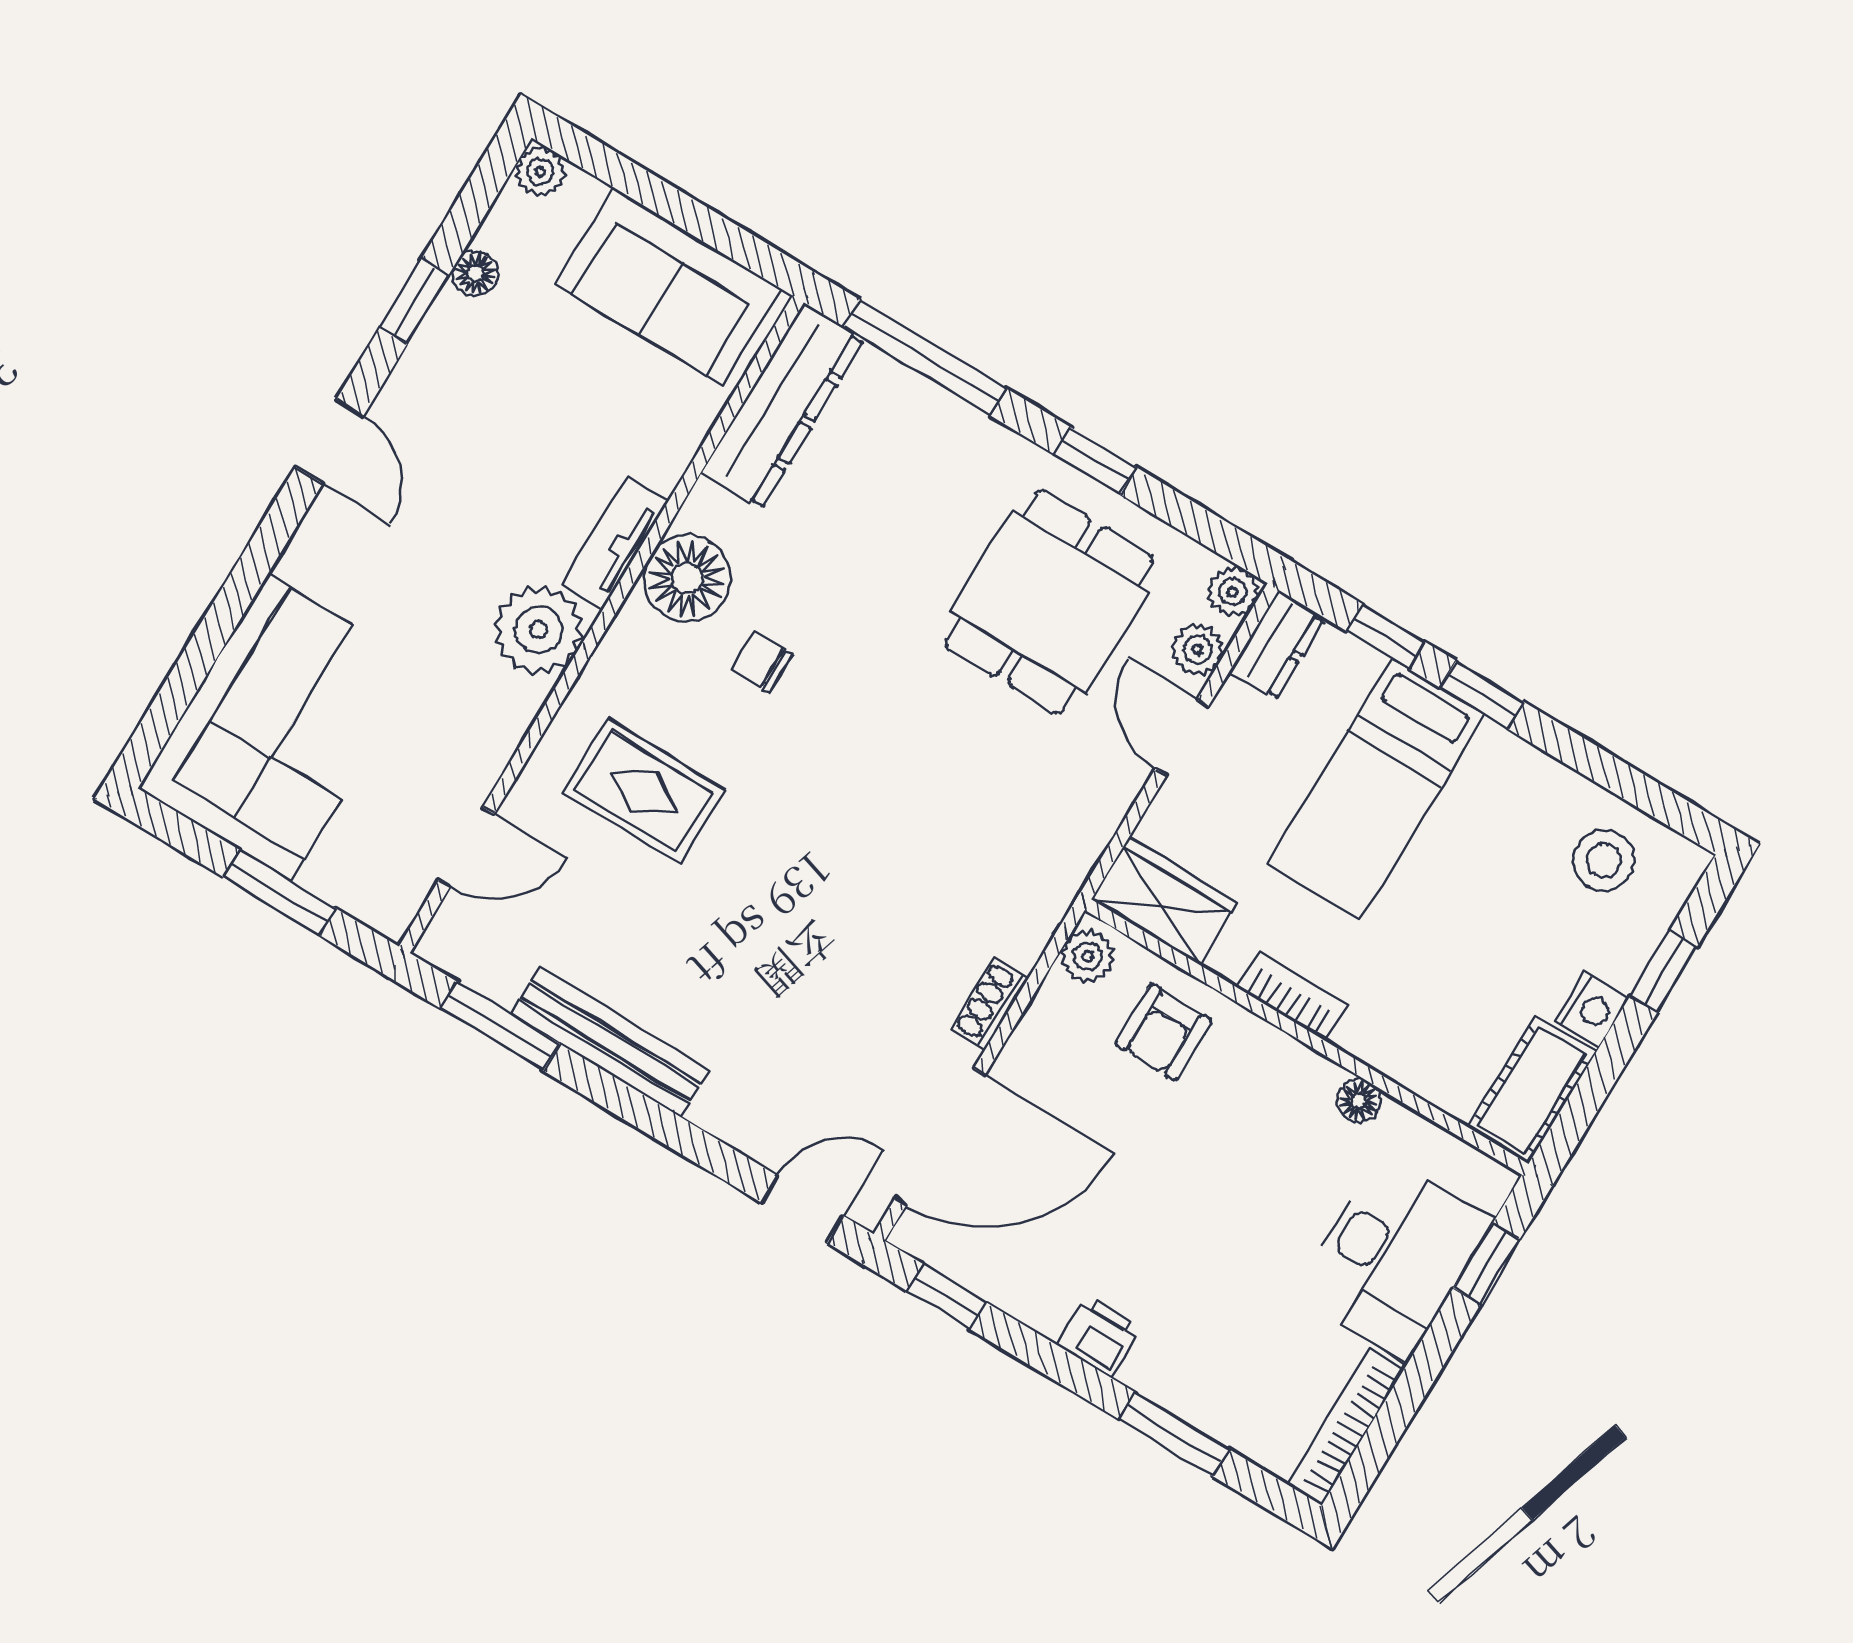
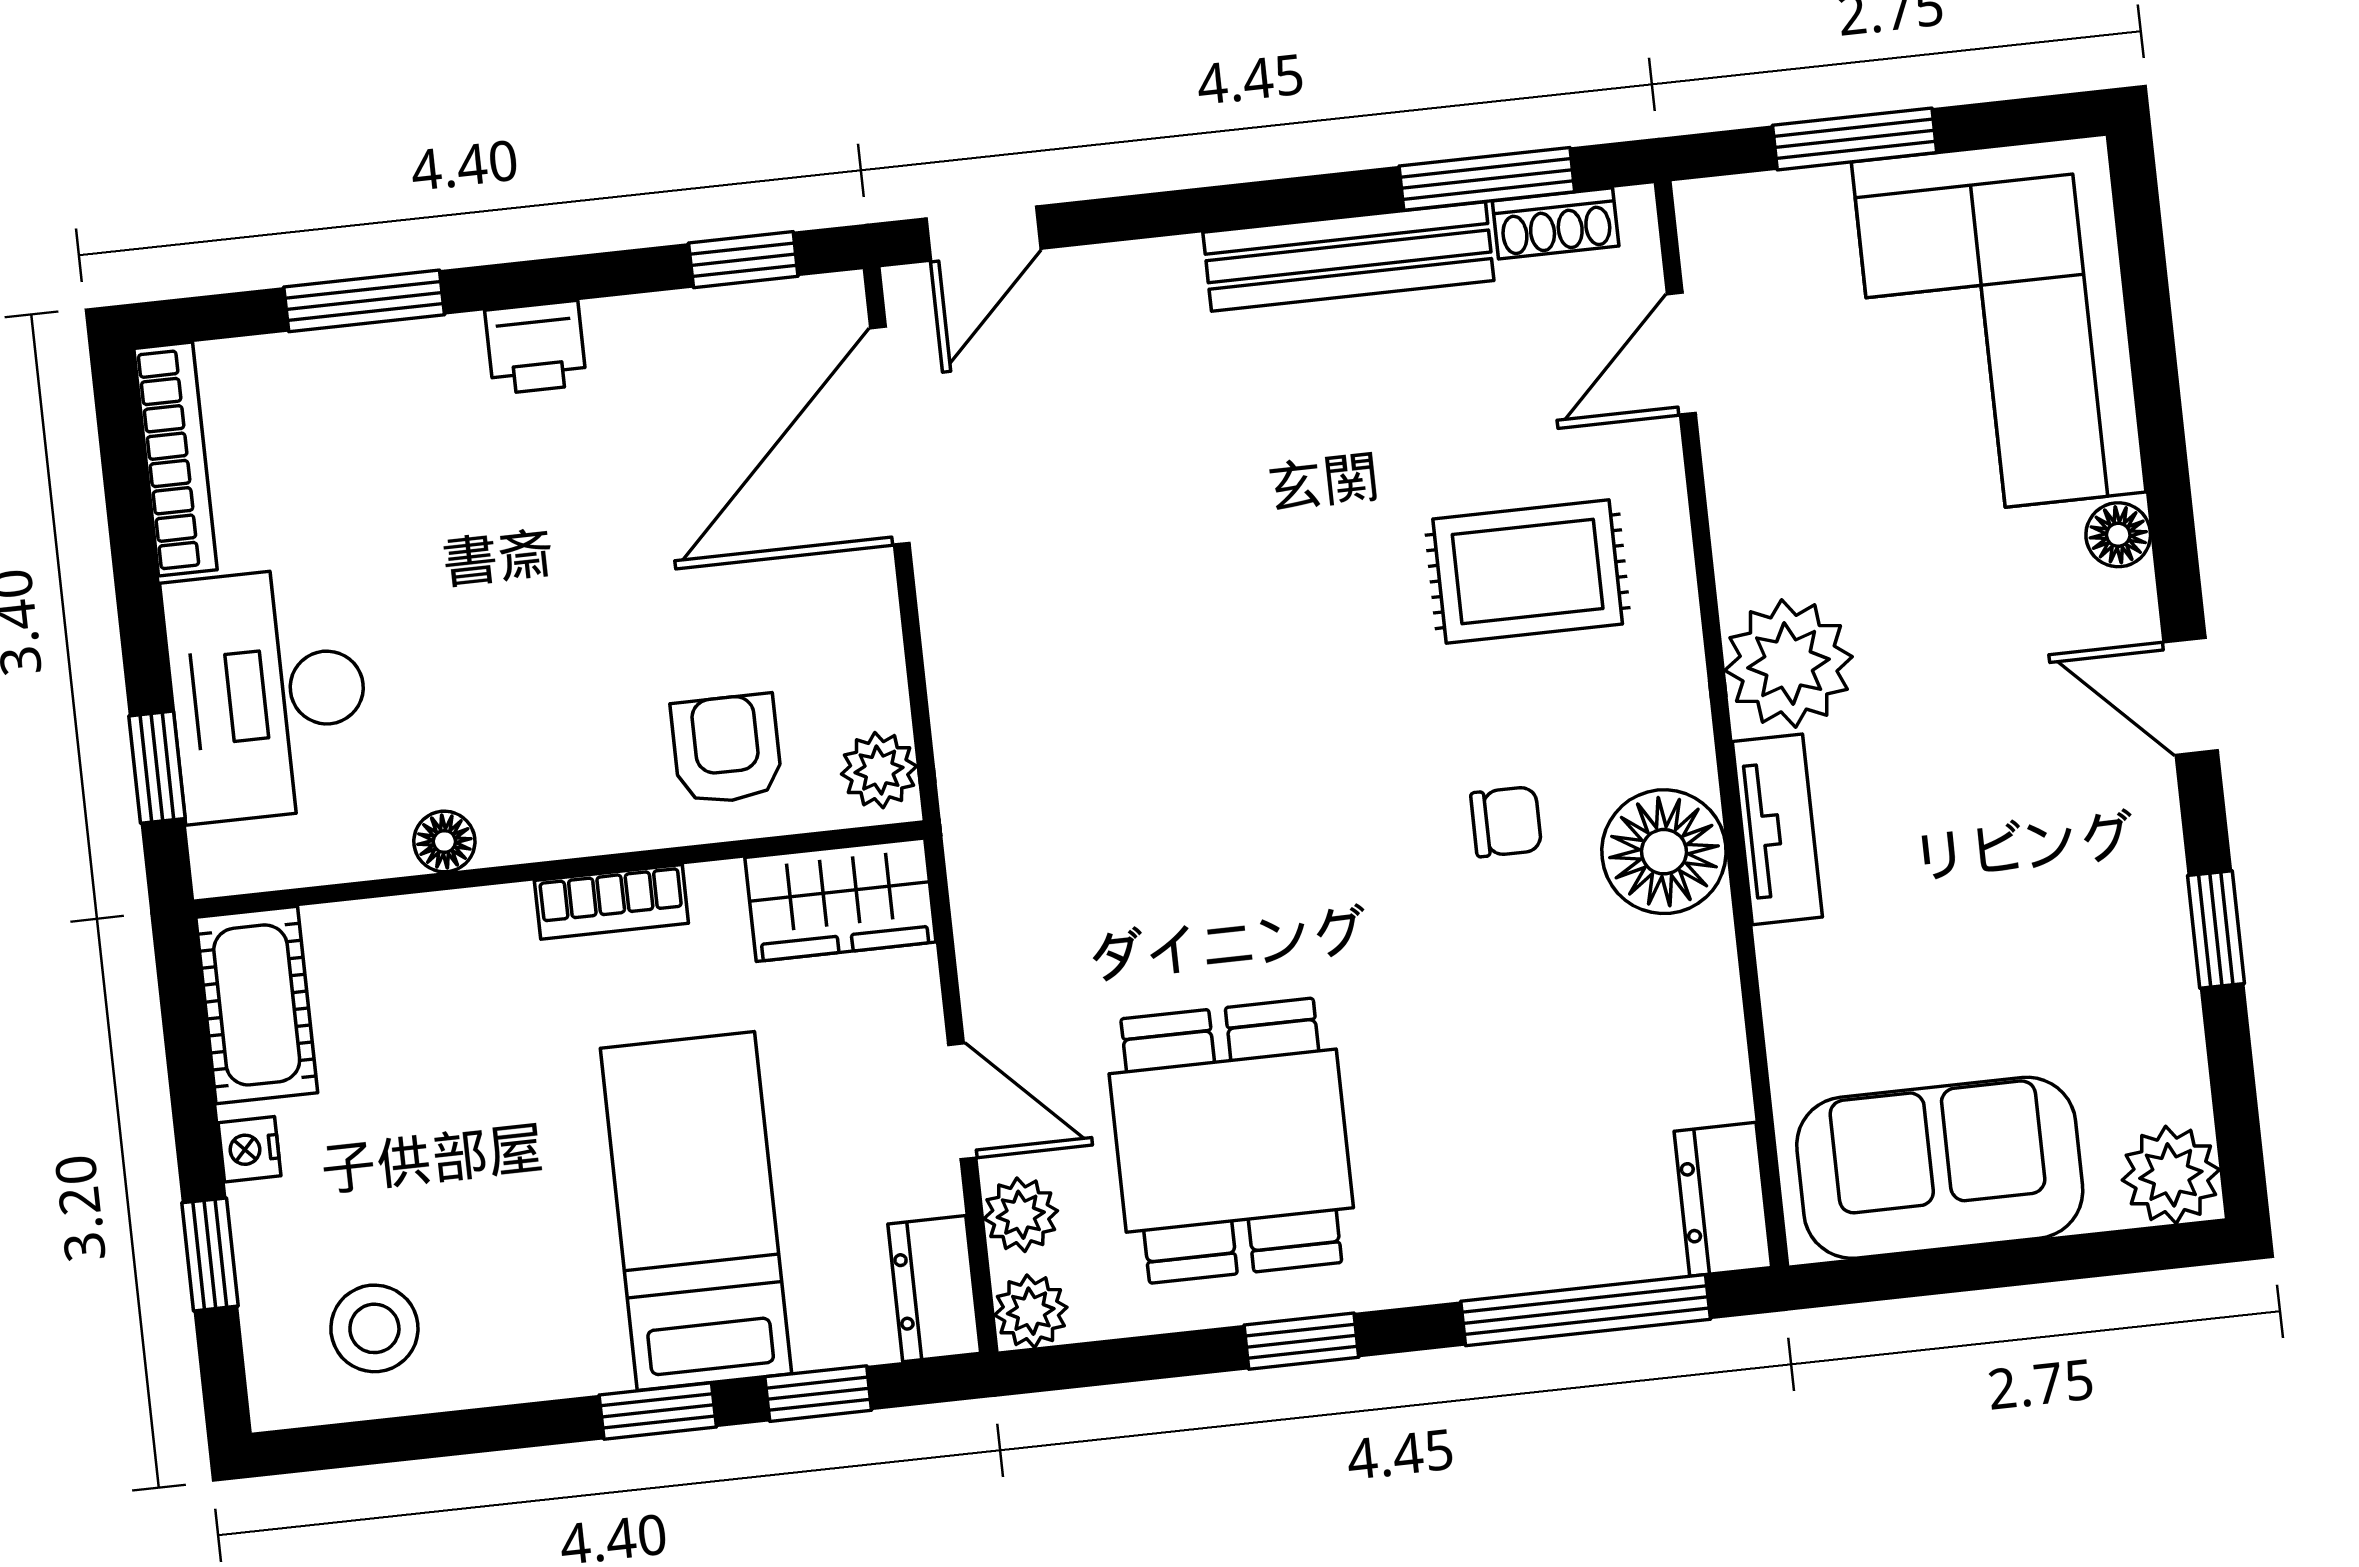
plant: (540, 172) -> (2171, 1175), width x1.38, depth x1.38
floor lamp: (475, 274) -> (2118, 535), moved
dresser: (782, 406) -> (1723, 1199), width x0.51, depth x0.80
shoe rack: (989, 1004) -> (1556, 223), moved, turned 90
nightstand: (1591, 1009) -> (249, 1149), width x0.72, depth x0.74

